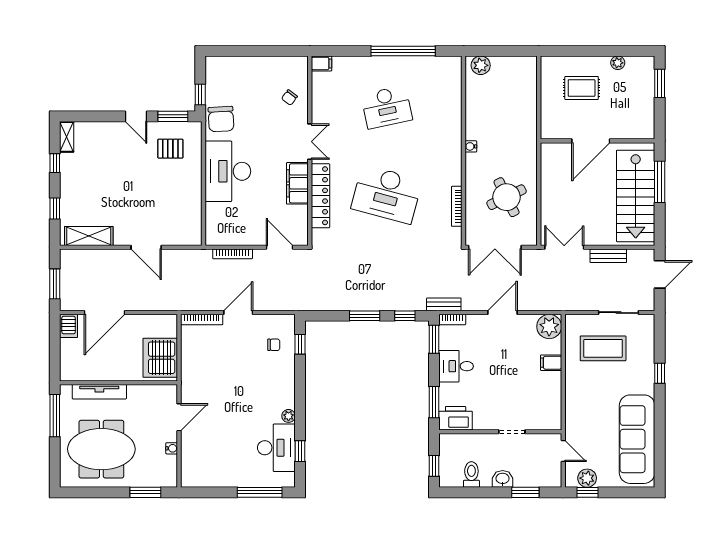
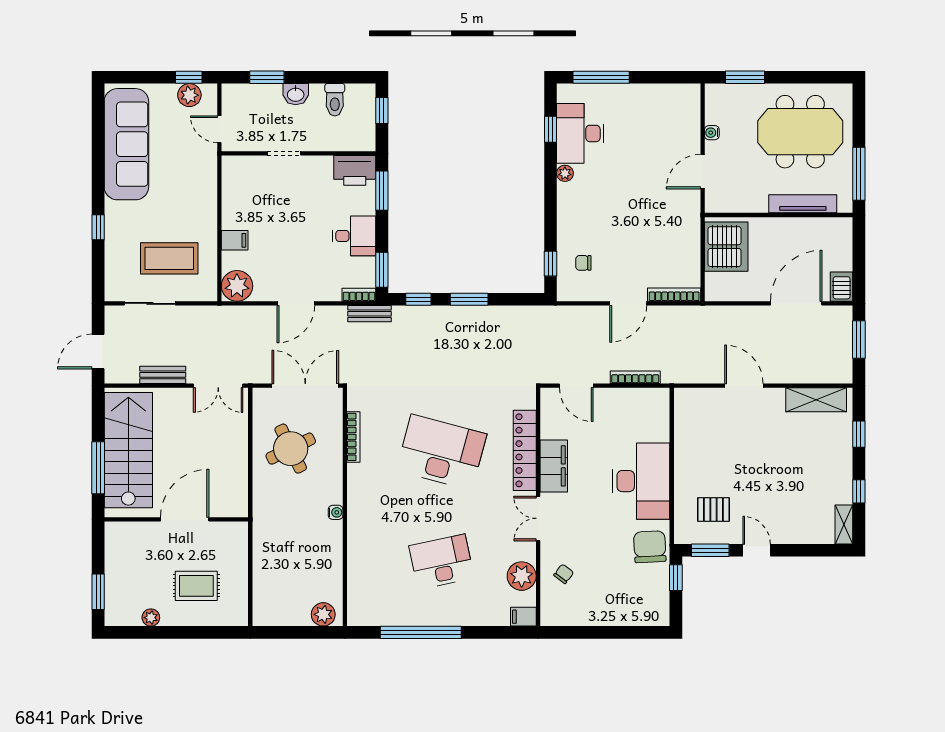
plant: (323, 96) -> (522, 576), added

